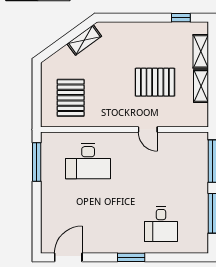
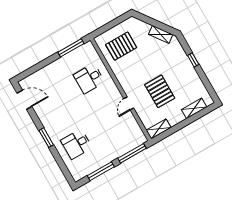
window: (181, 18) -> (193, 60), moved
shelving: (201, 86) -> (159, 129), moved
desk: (88, 161) -> (89, 79), width x0.73

